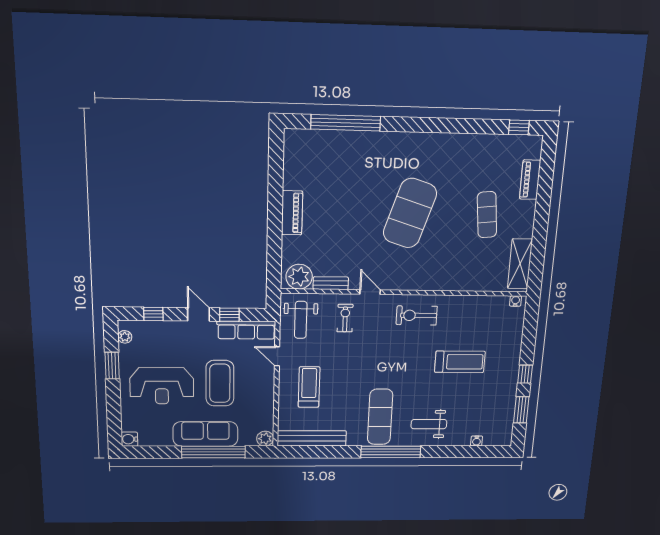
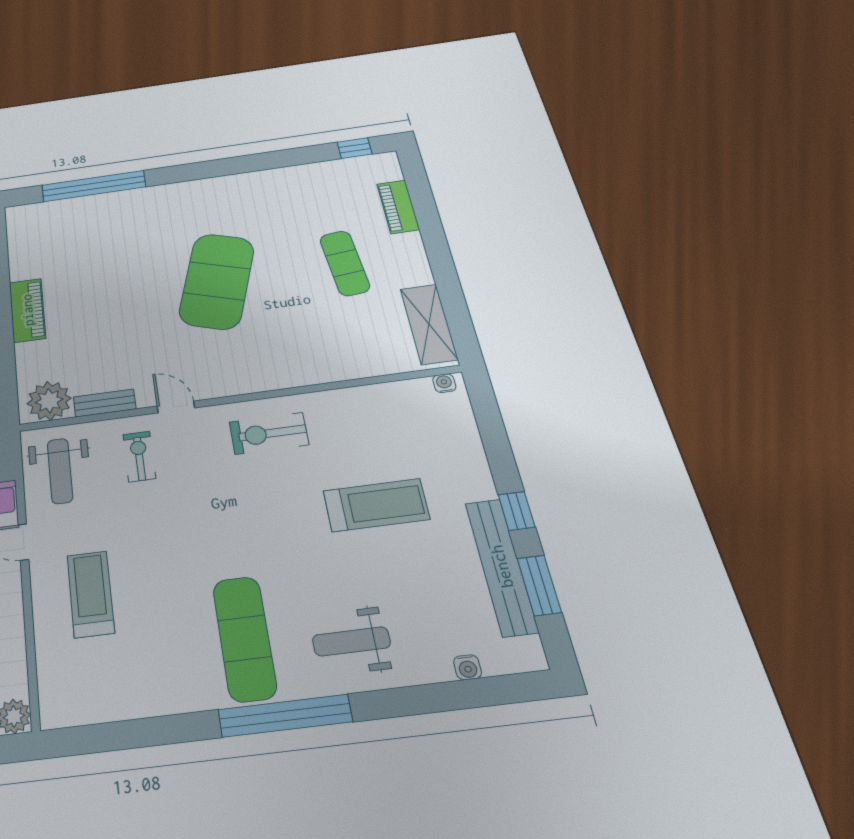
bench: (312, 438) -> (501, 566), moved, turned 90

